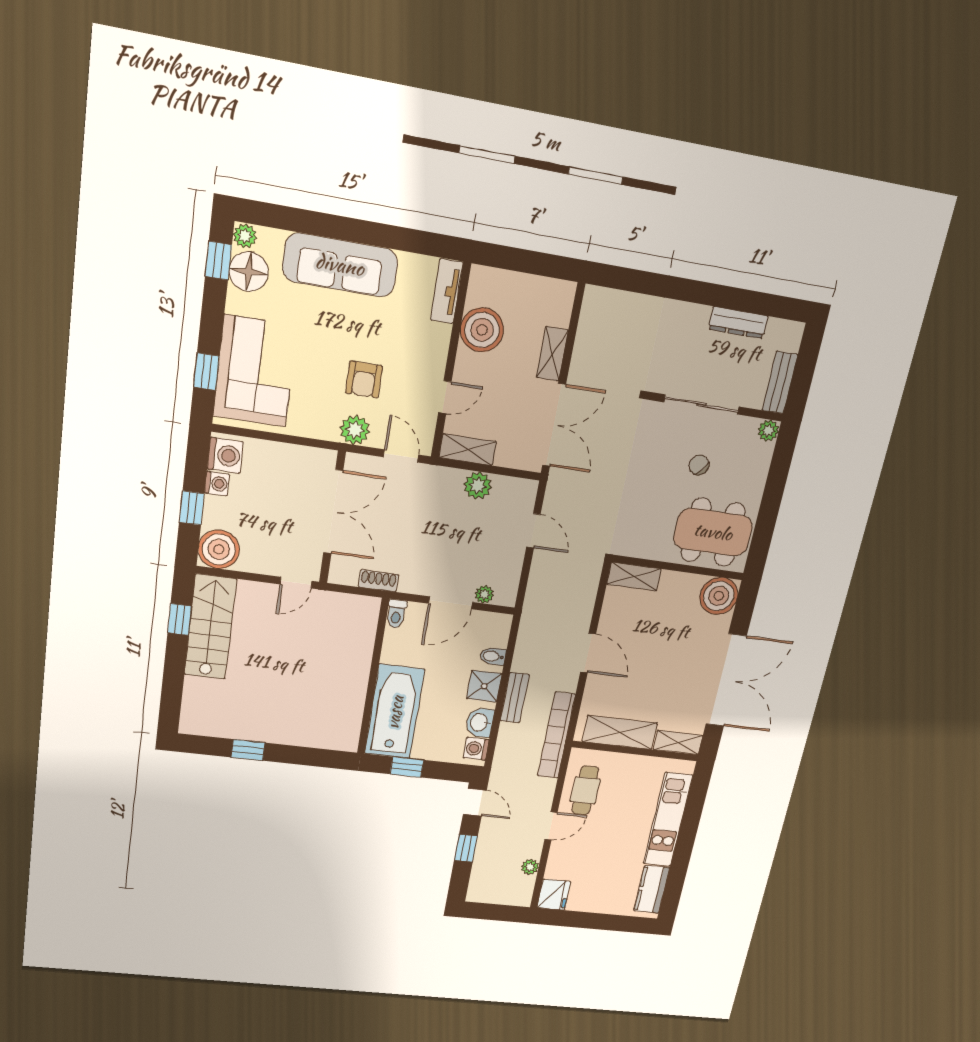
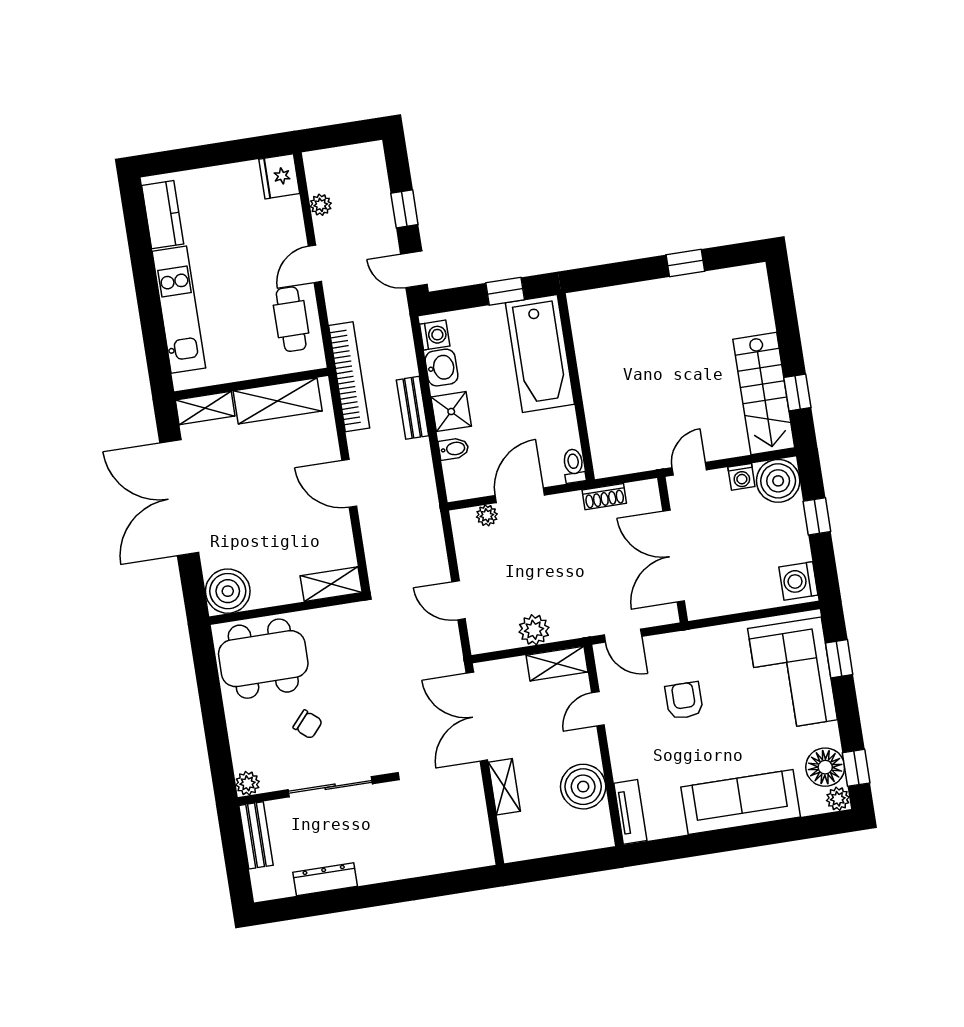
plant: (355, 430) -> (678, 647), removed
washing machine: (217, 484) -> (741, 477), moved, turned -90

